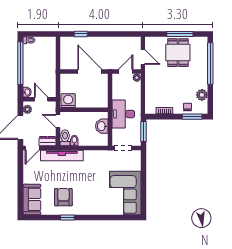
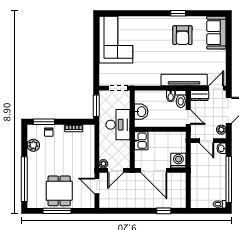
kitchen sink: (102, 99) -> (141, 141), added
washing machine: (68, 101) -> (178, 161), moved, turned 180

